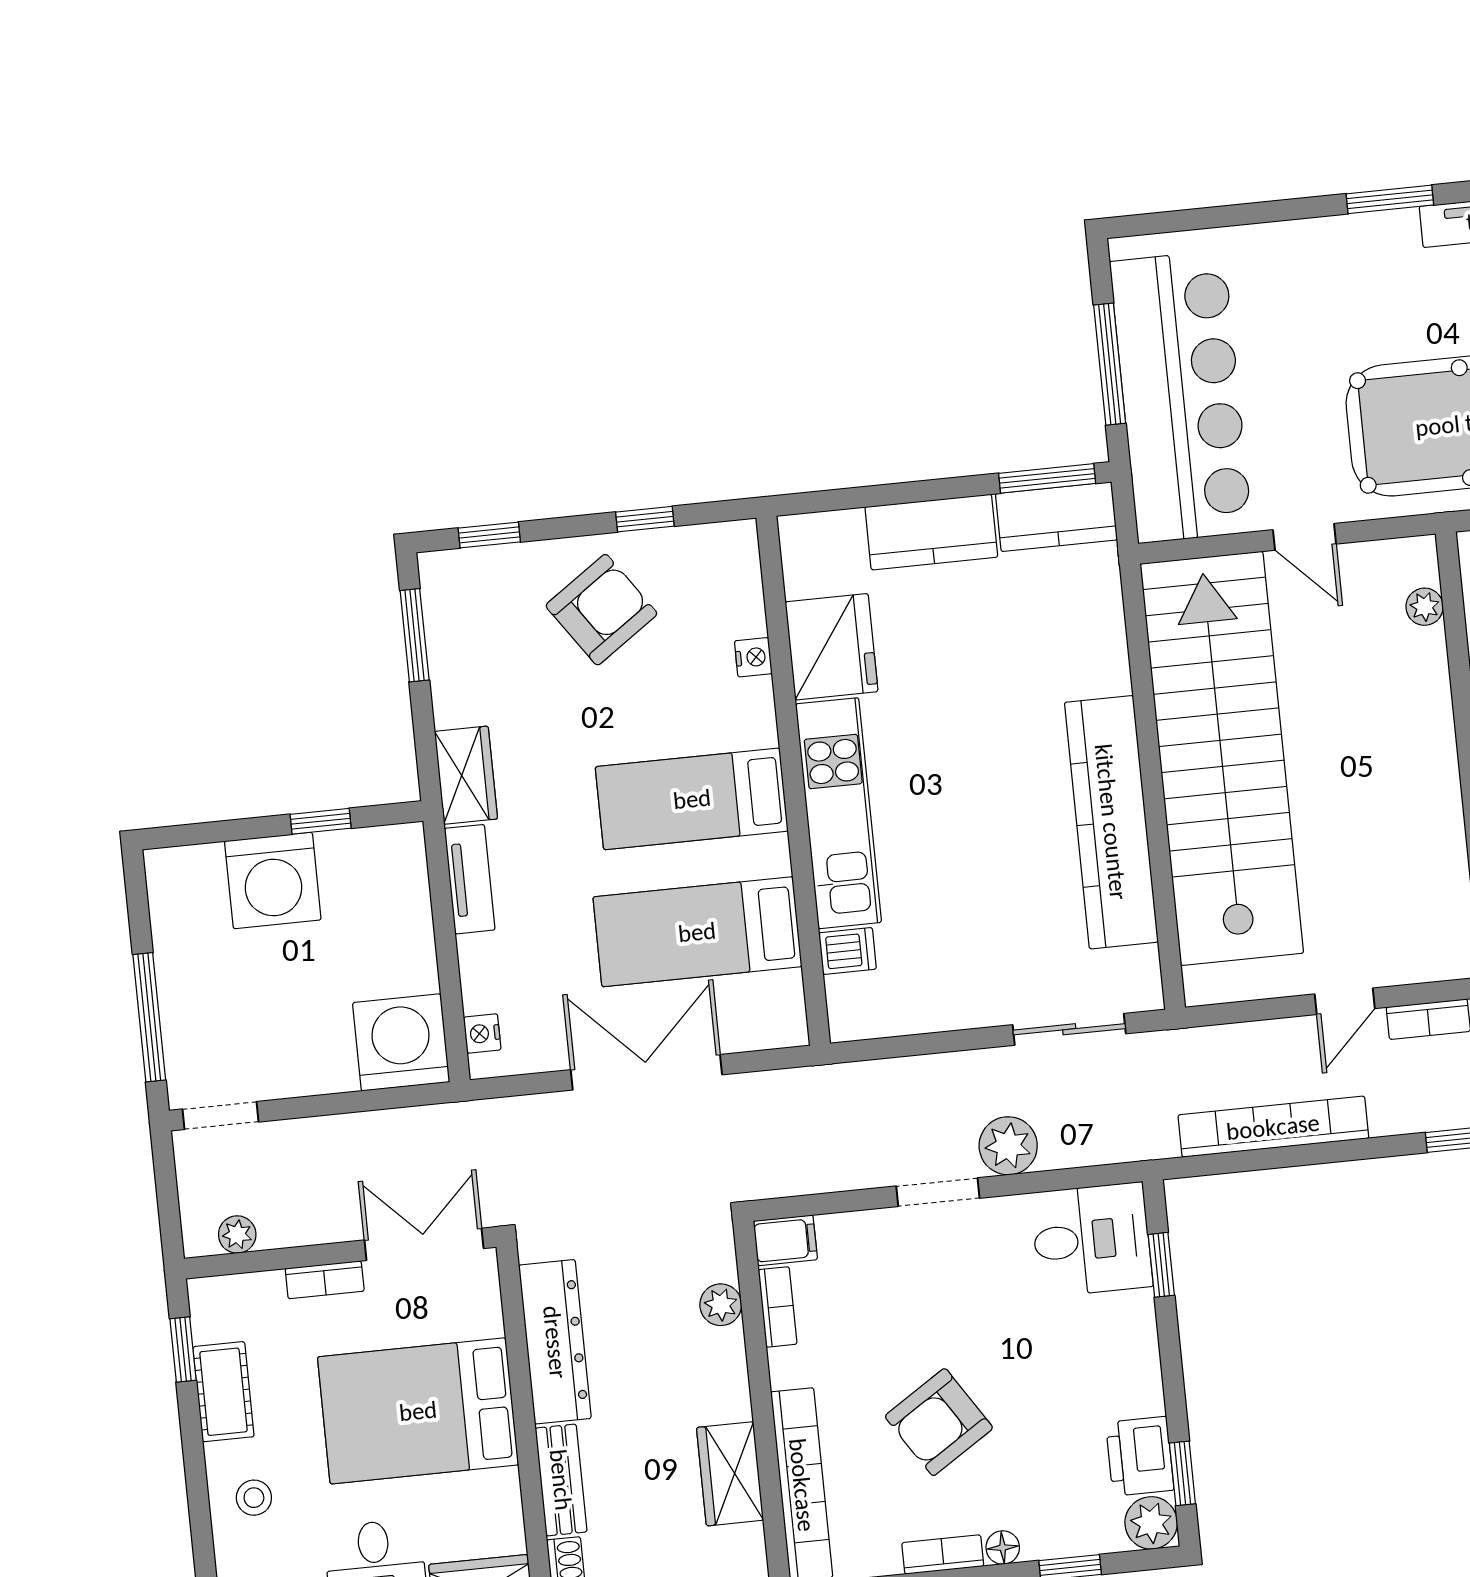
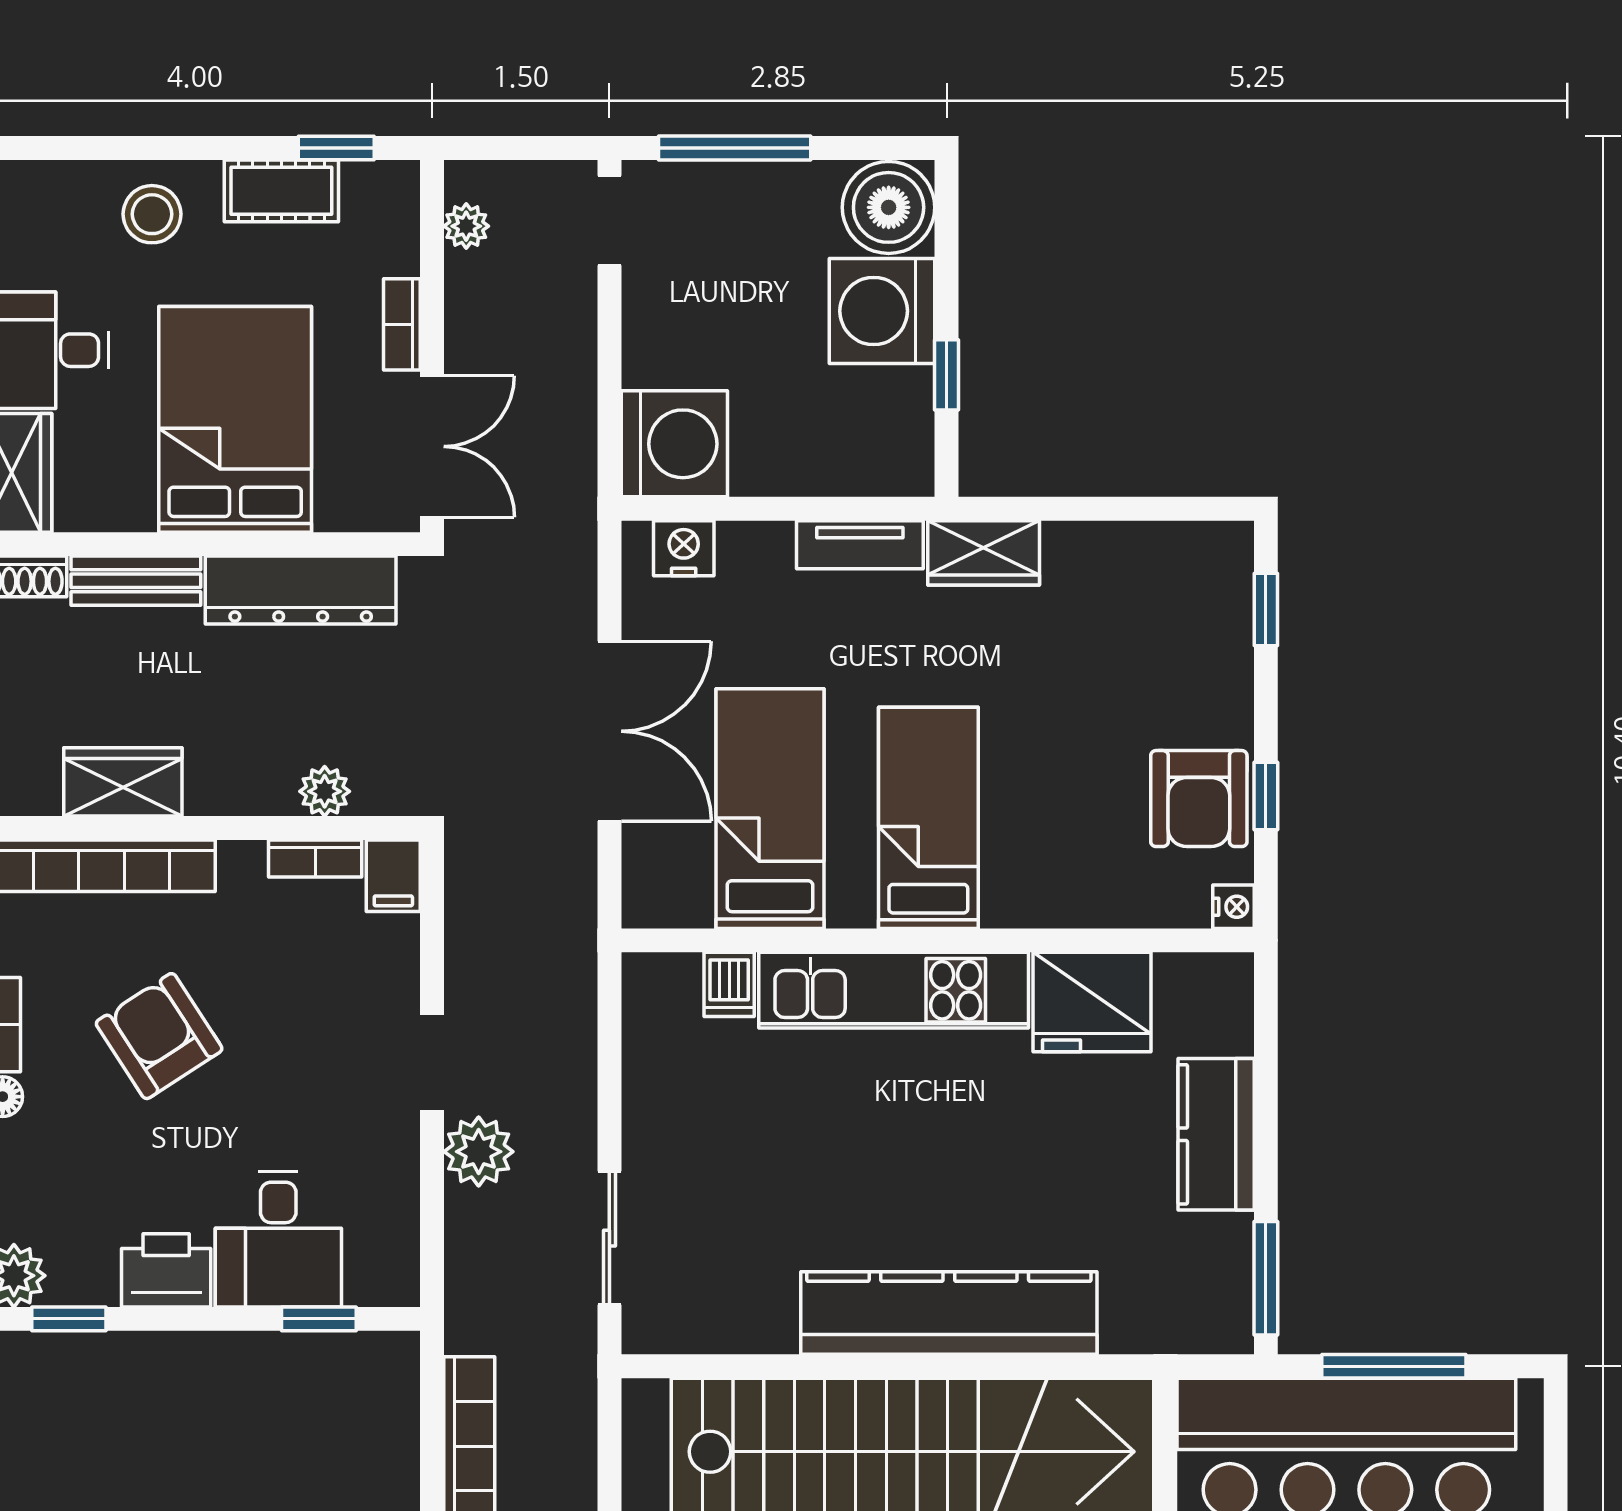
kitchen counter: (1056, 517) -> (1219, 1285), removed
armchair: (601, 610) -> (1199, 799), moved, turned 35
window: (415, 635) -> (1156, 509), removed
nightstand: (753, 657) -> (1233, 907), moved, turned -90
kitchen counter: (1111, 822) -> (949, 1313), moved
boiler: (186, 884) -> (889, 207), added
nightstand: (482, 1033) -> (684, 548), width x1.39, depth x1.35
desk: (1091, 1240) -> (278, 1239), moved
printer: (1140, 1456) -> (166, 1270), moved
stool: (254, 1498) -> (152, 214), width x1.37, depth x1.37

